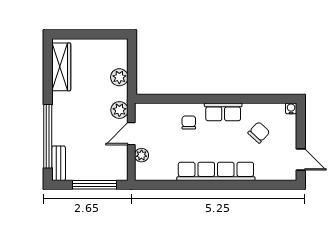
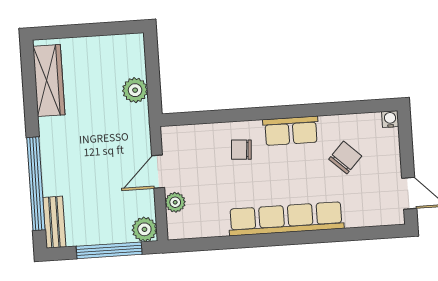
plant: (119, 110) -> (144, 229), moved
chair: (189, 122) -> (241, 150), turned -86

